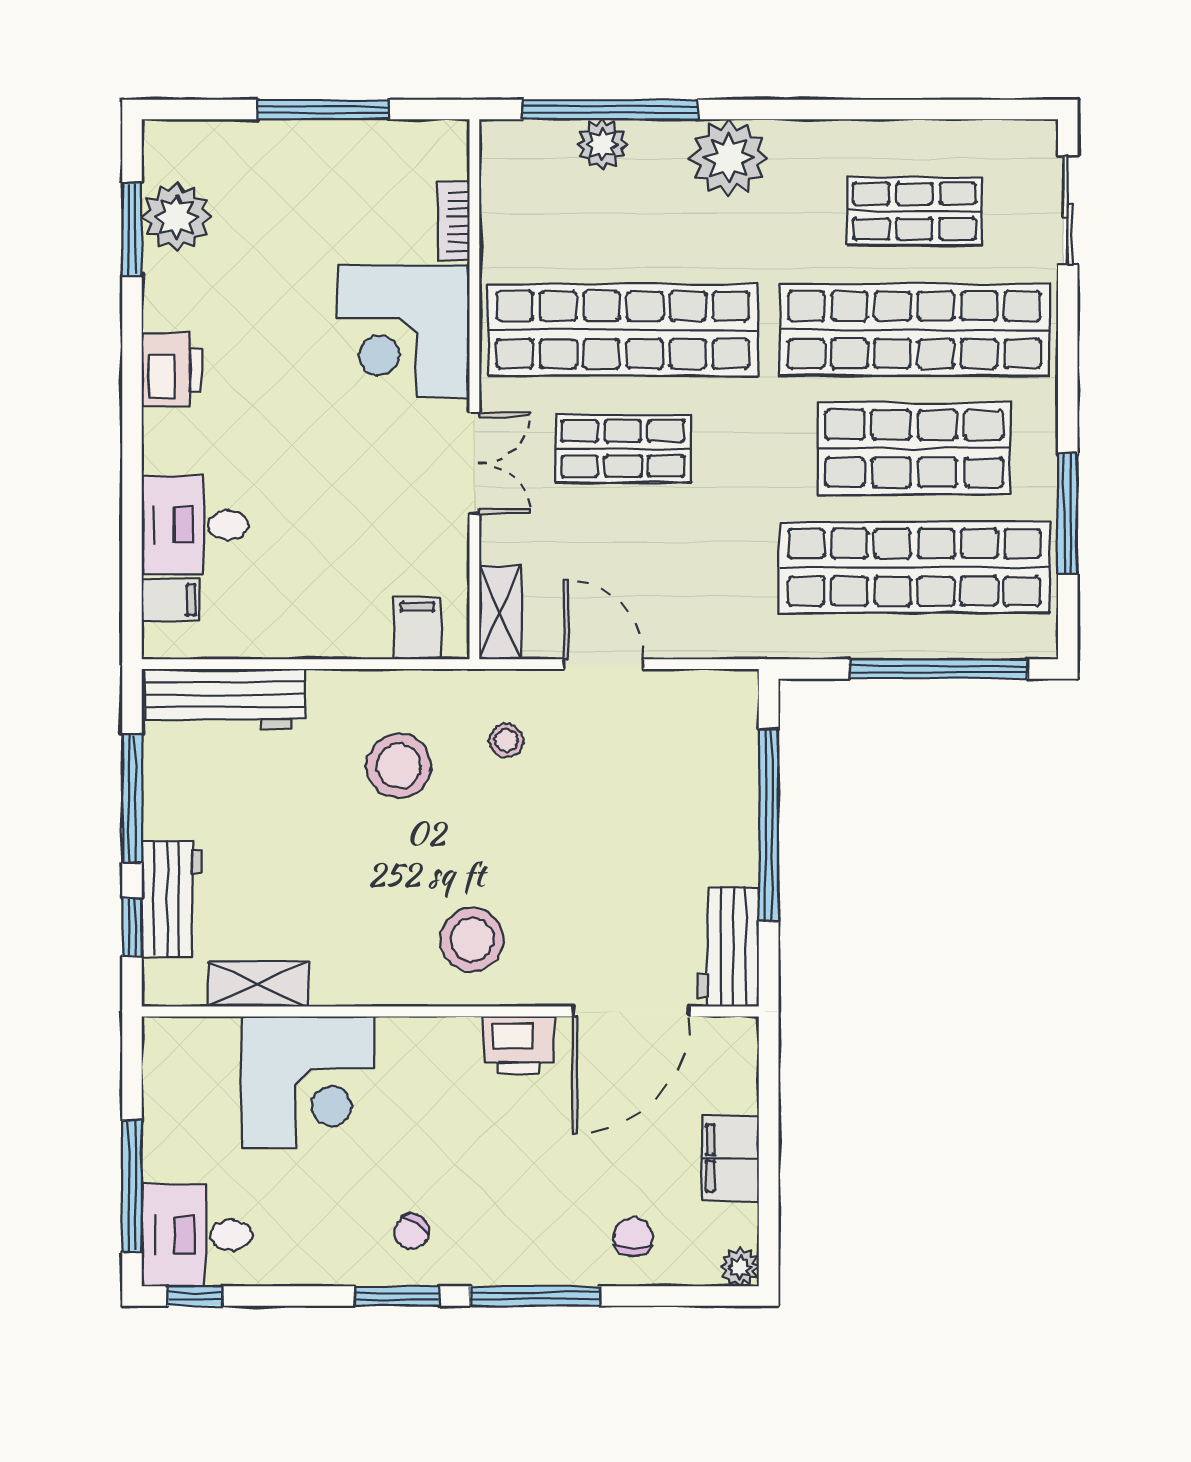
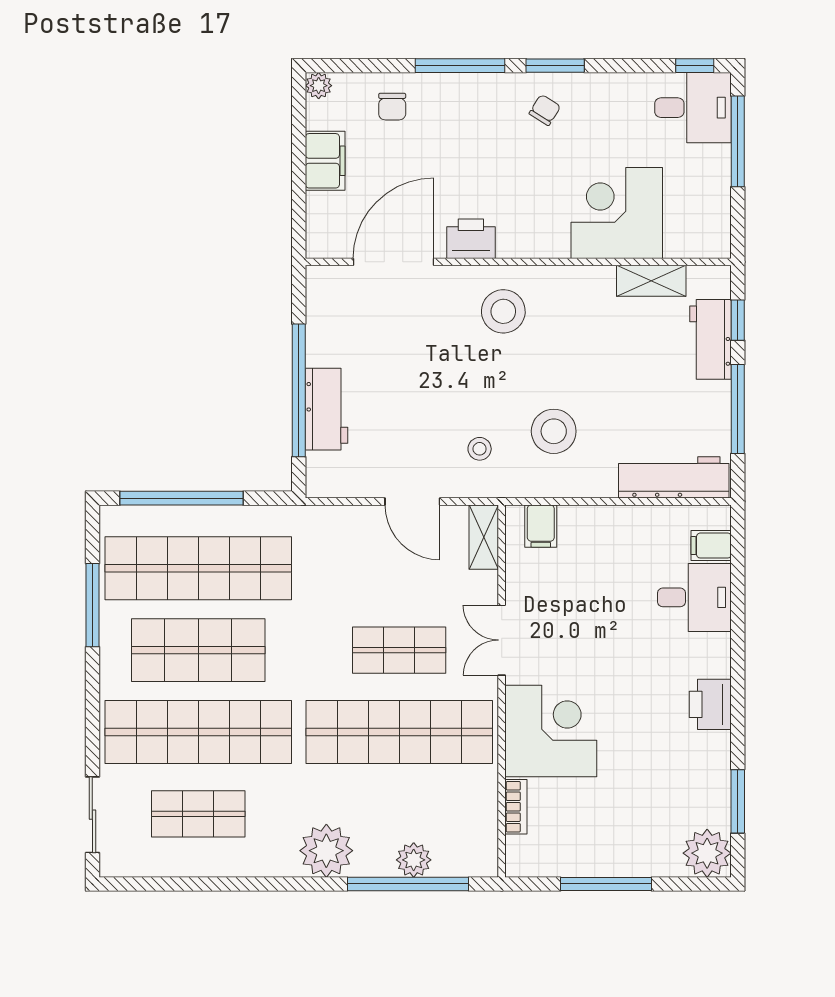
plant: (177, 217) -> (707, 853), moved
workbench: (728, 947) -> (327, 409), moved

